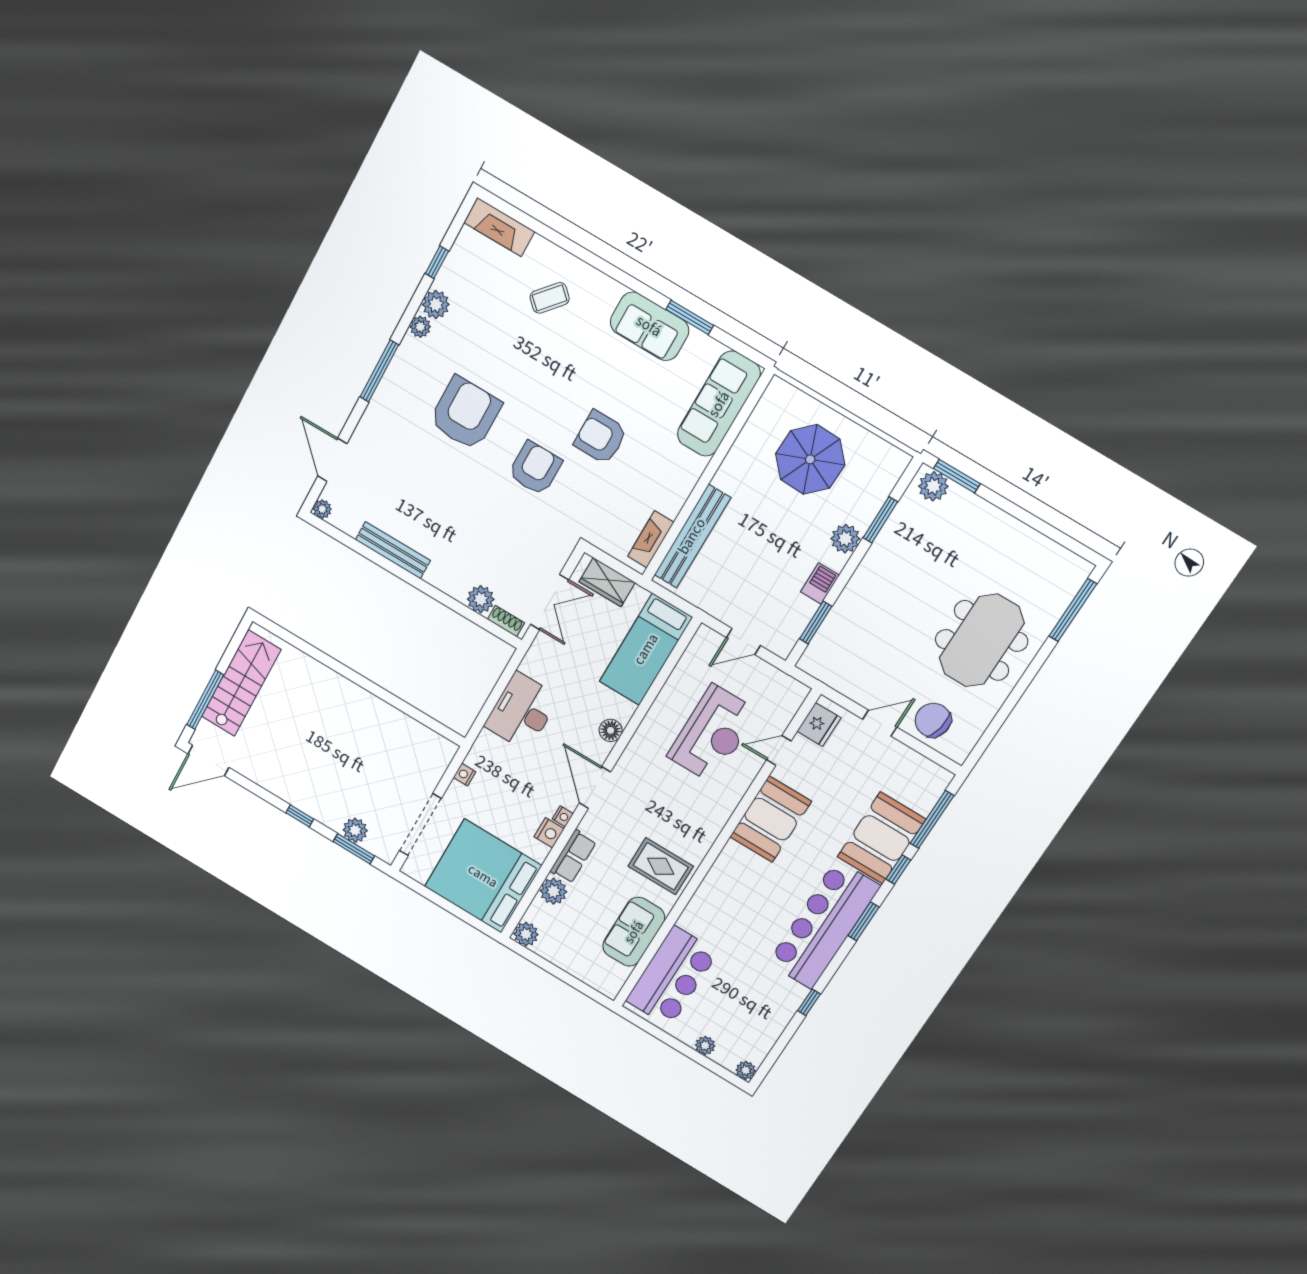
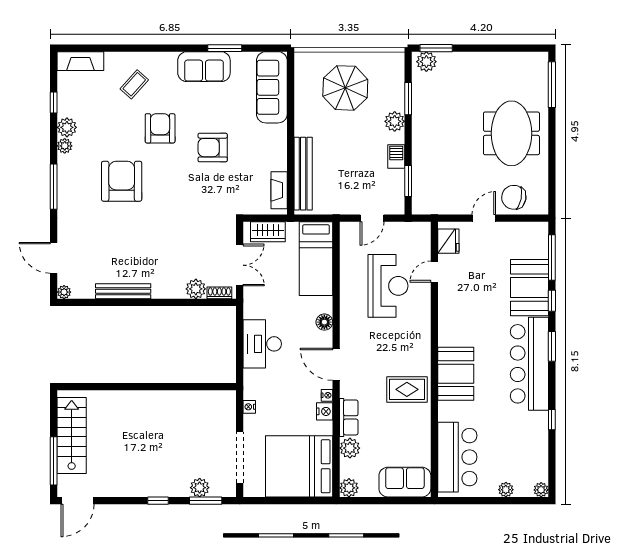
armchair: (535, 468) -> (160, 128), moved
booth: (771, 819) -> (456, 374), moved
sofa: (634, 932) -> (405, 482), moved, turned 90

